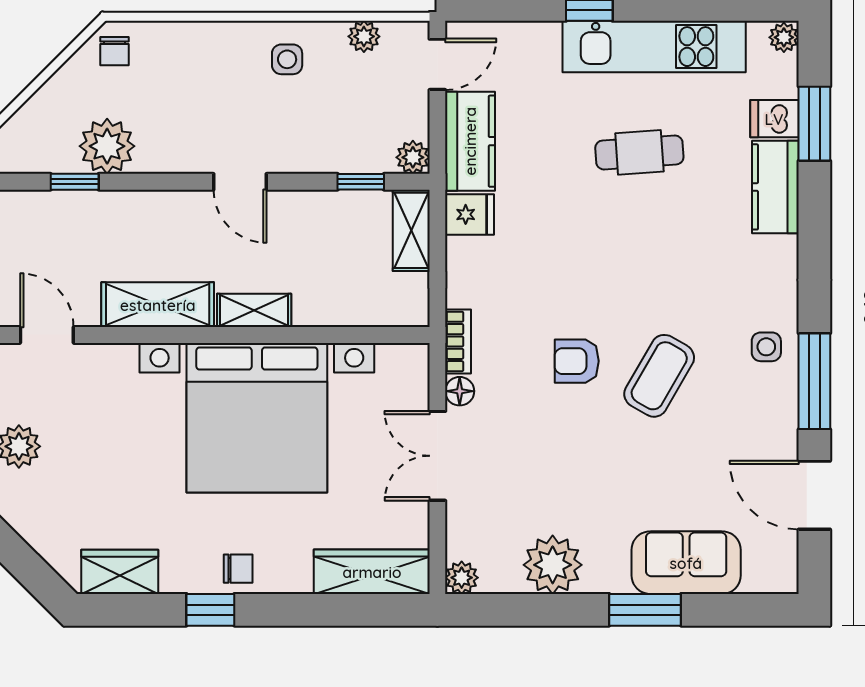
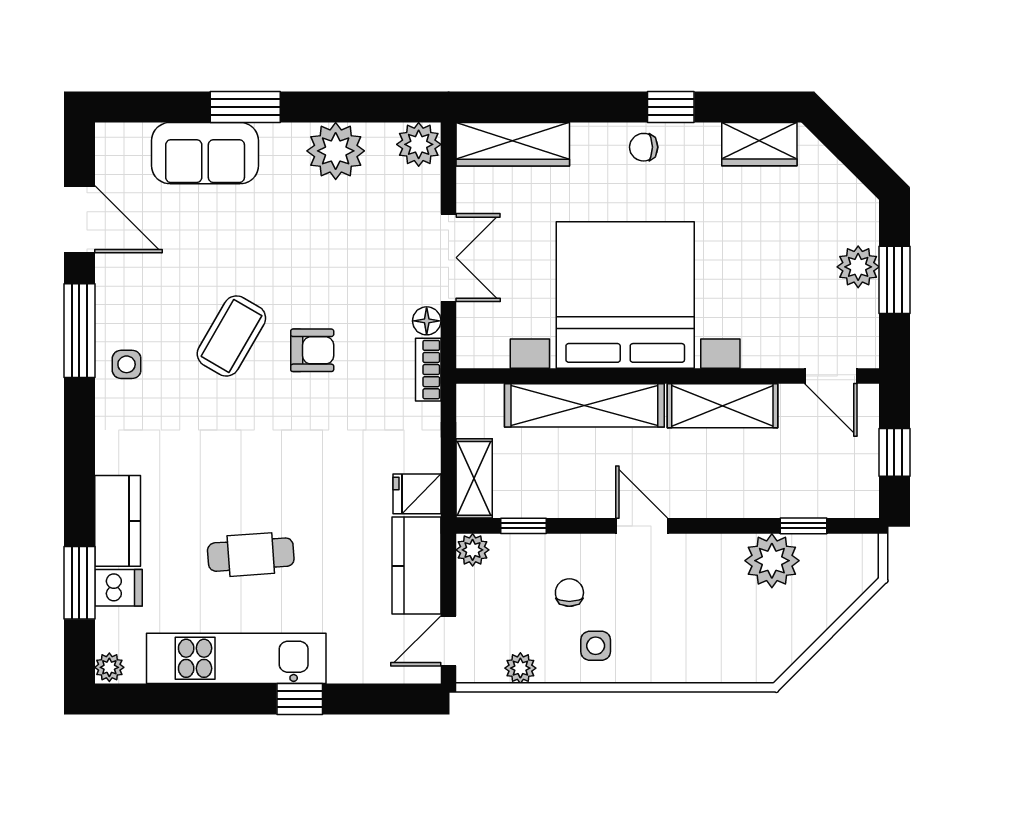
chair: (114, 51) -> (569, 593), moved
shelving: (254, 310) -> (584, 405), width x2.20, depth x1.33
plant: (462, 578) -> (419, 144), width x1.38, depth x1.38

